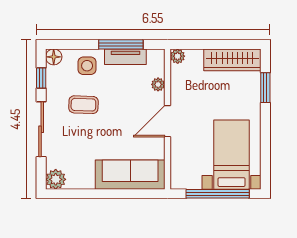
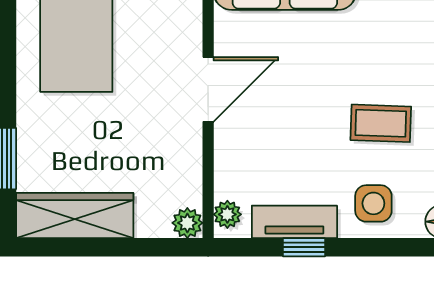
window: (121, 44) -> (304, 247), width x0.46
plant: (158, 84) -> (227, 214), moved

